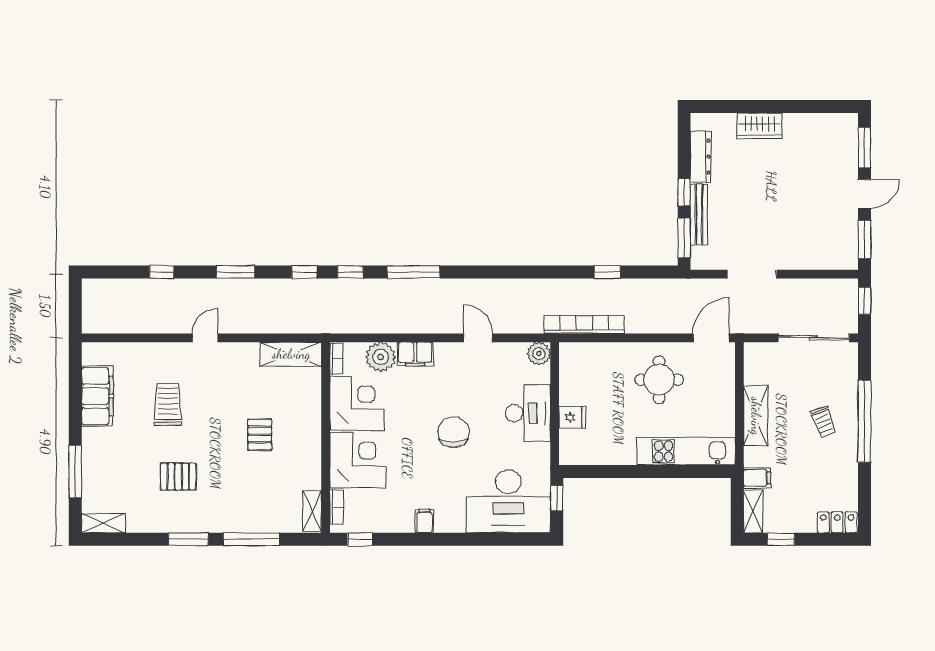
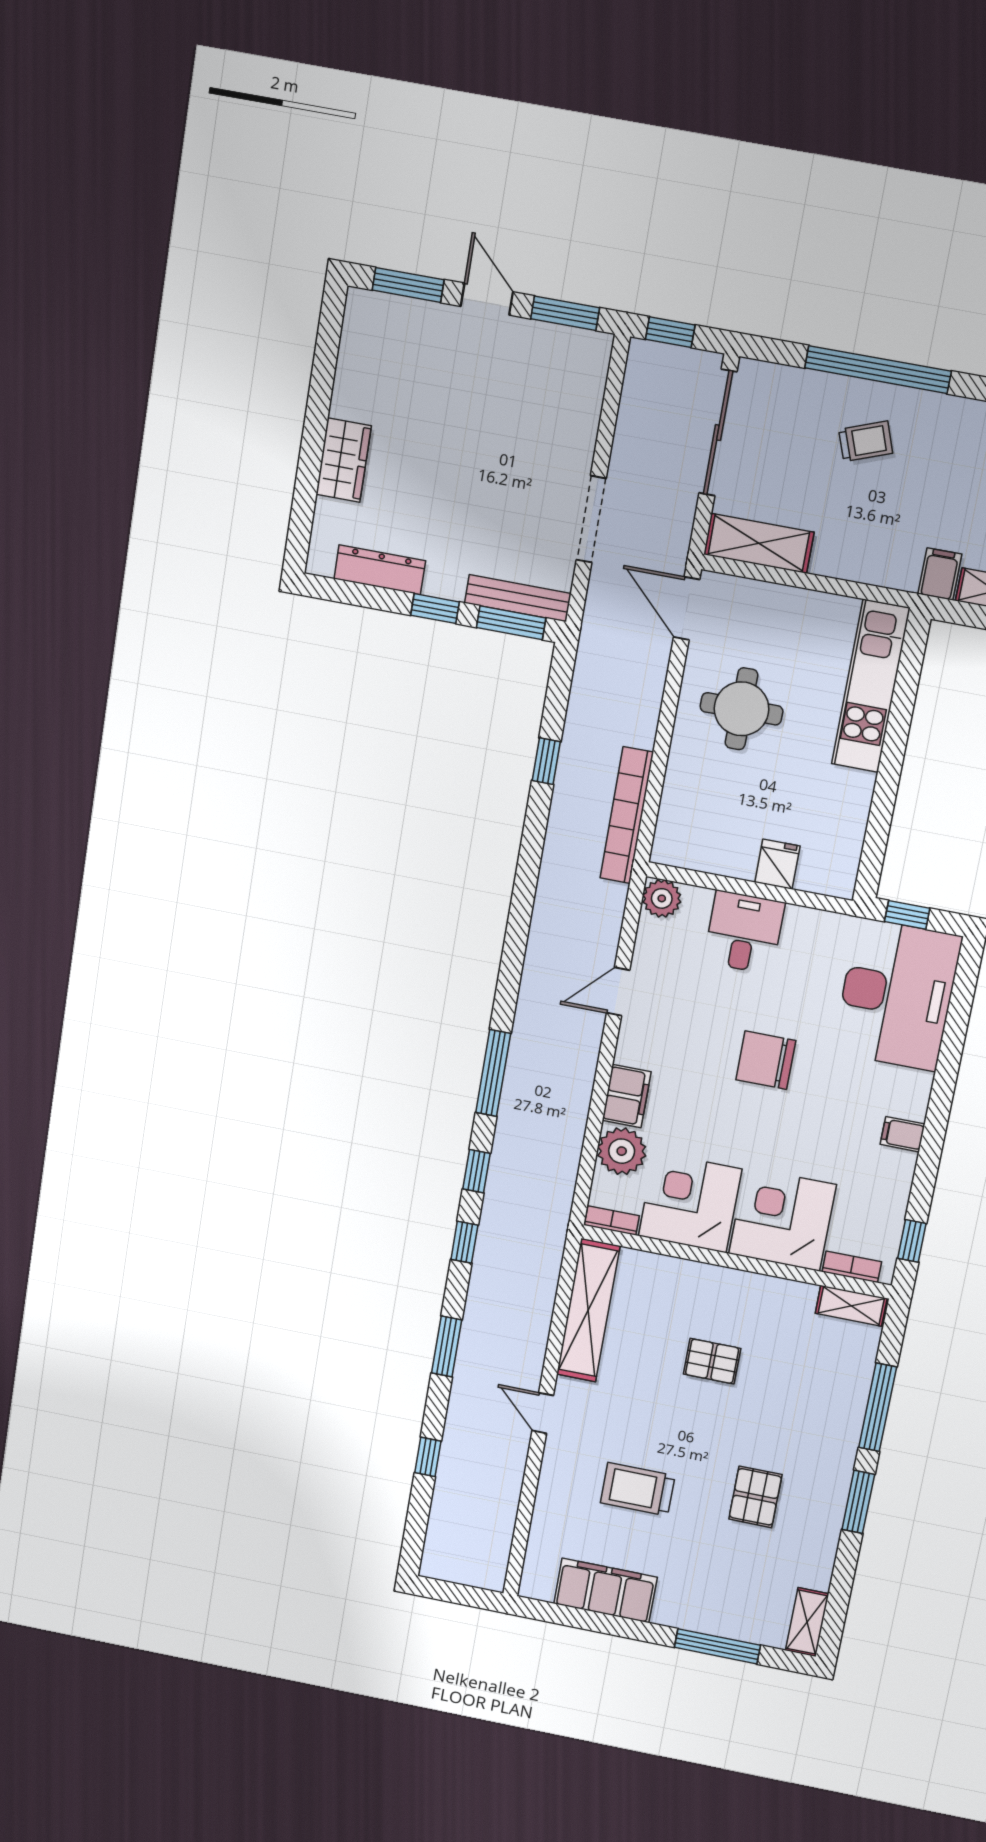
bench: (699, 215) -> (518, 598), moved
shelving: (291, 354) -> (588, 1310), width x1.47
desk: (528, 413) -> (744, 932), width x0.73
shelving: (756, 416) -> (759, 543), moved

